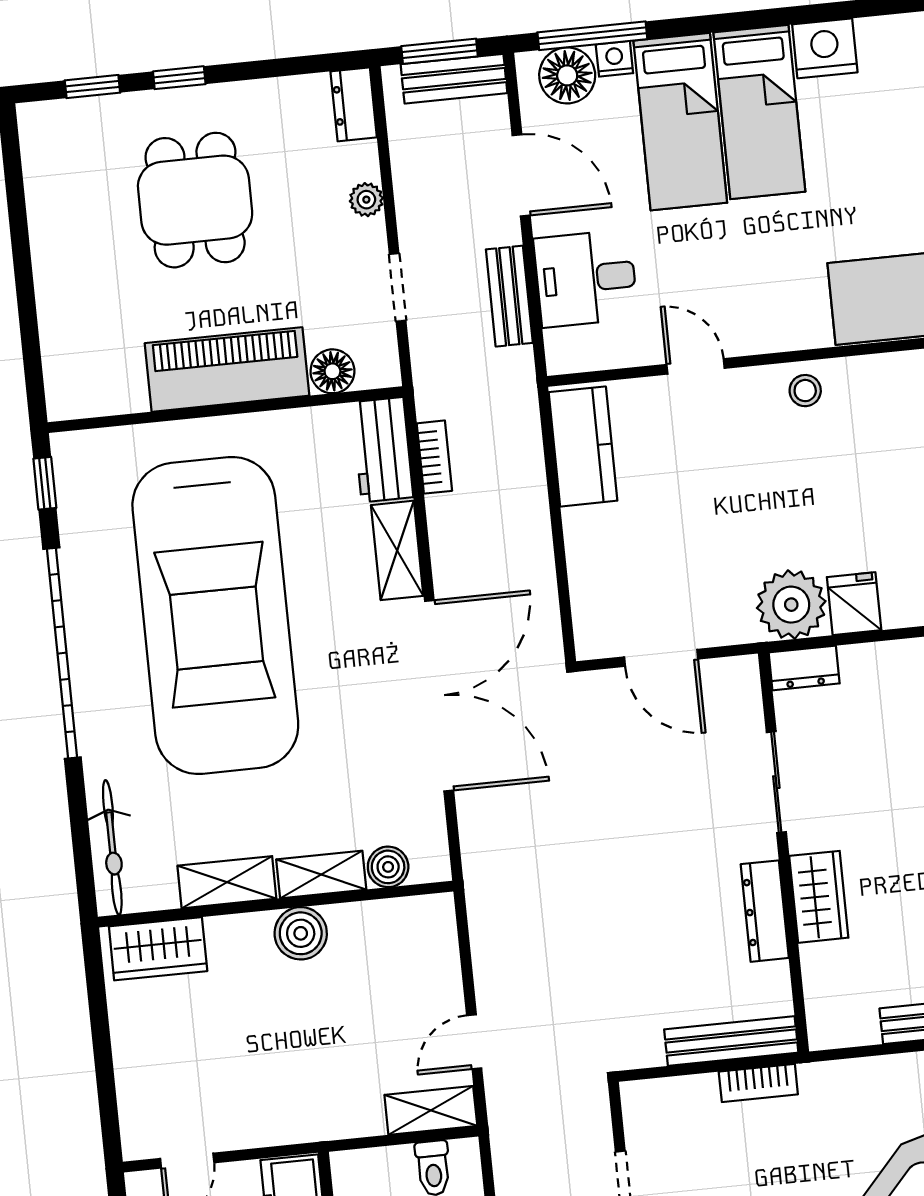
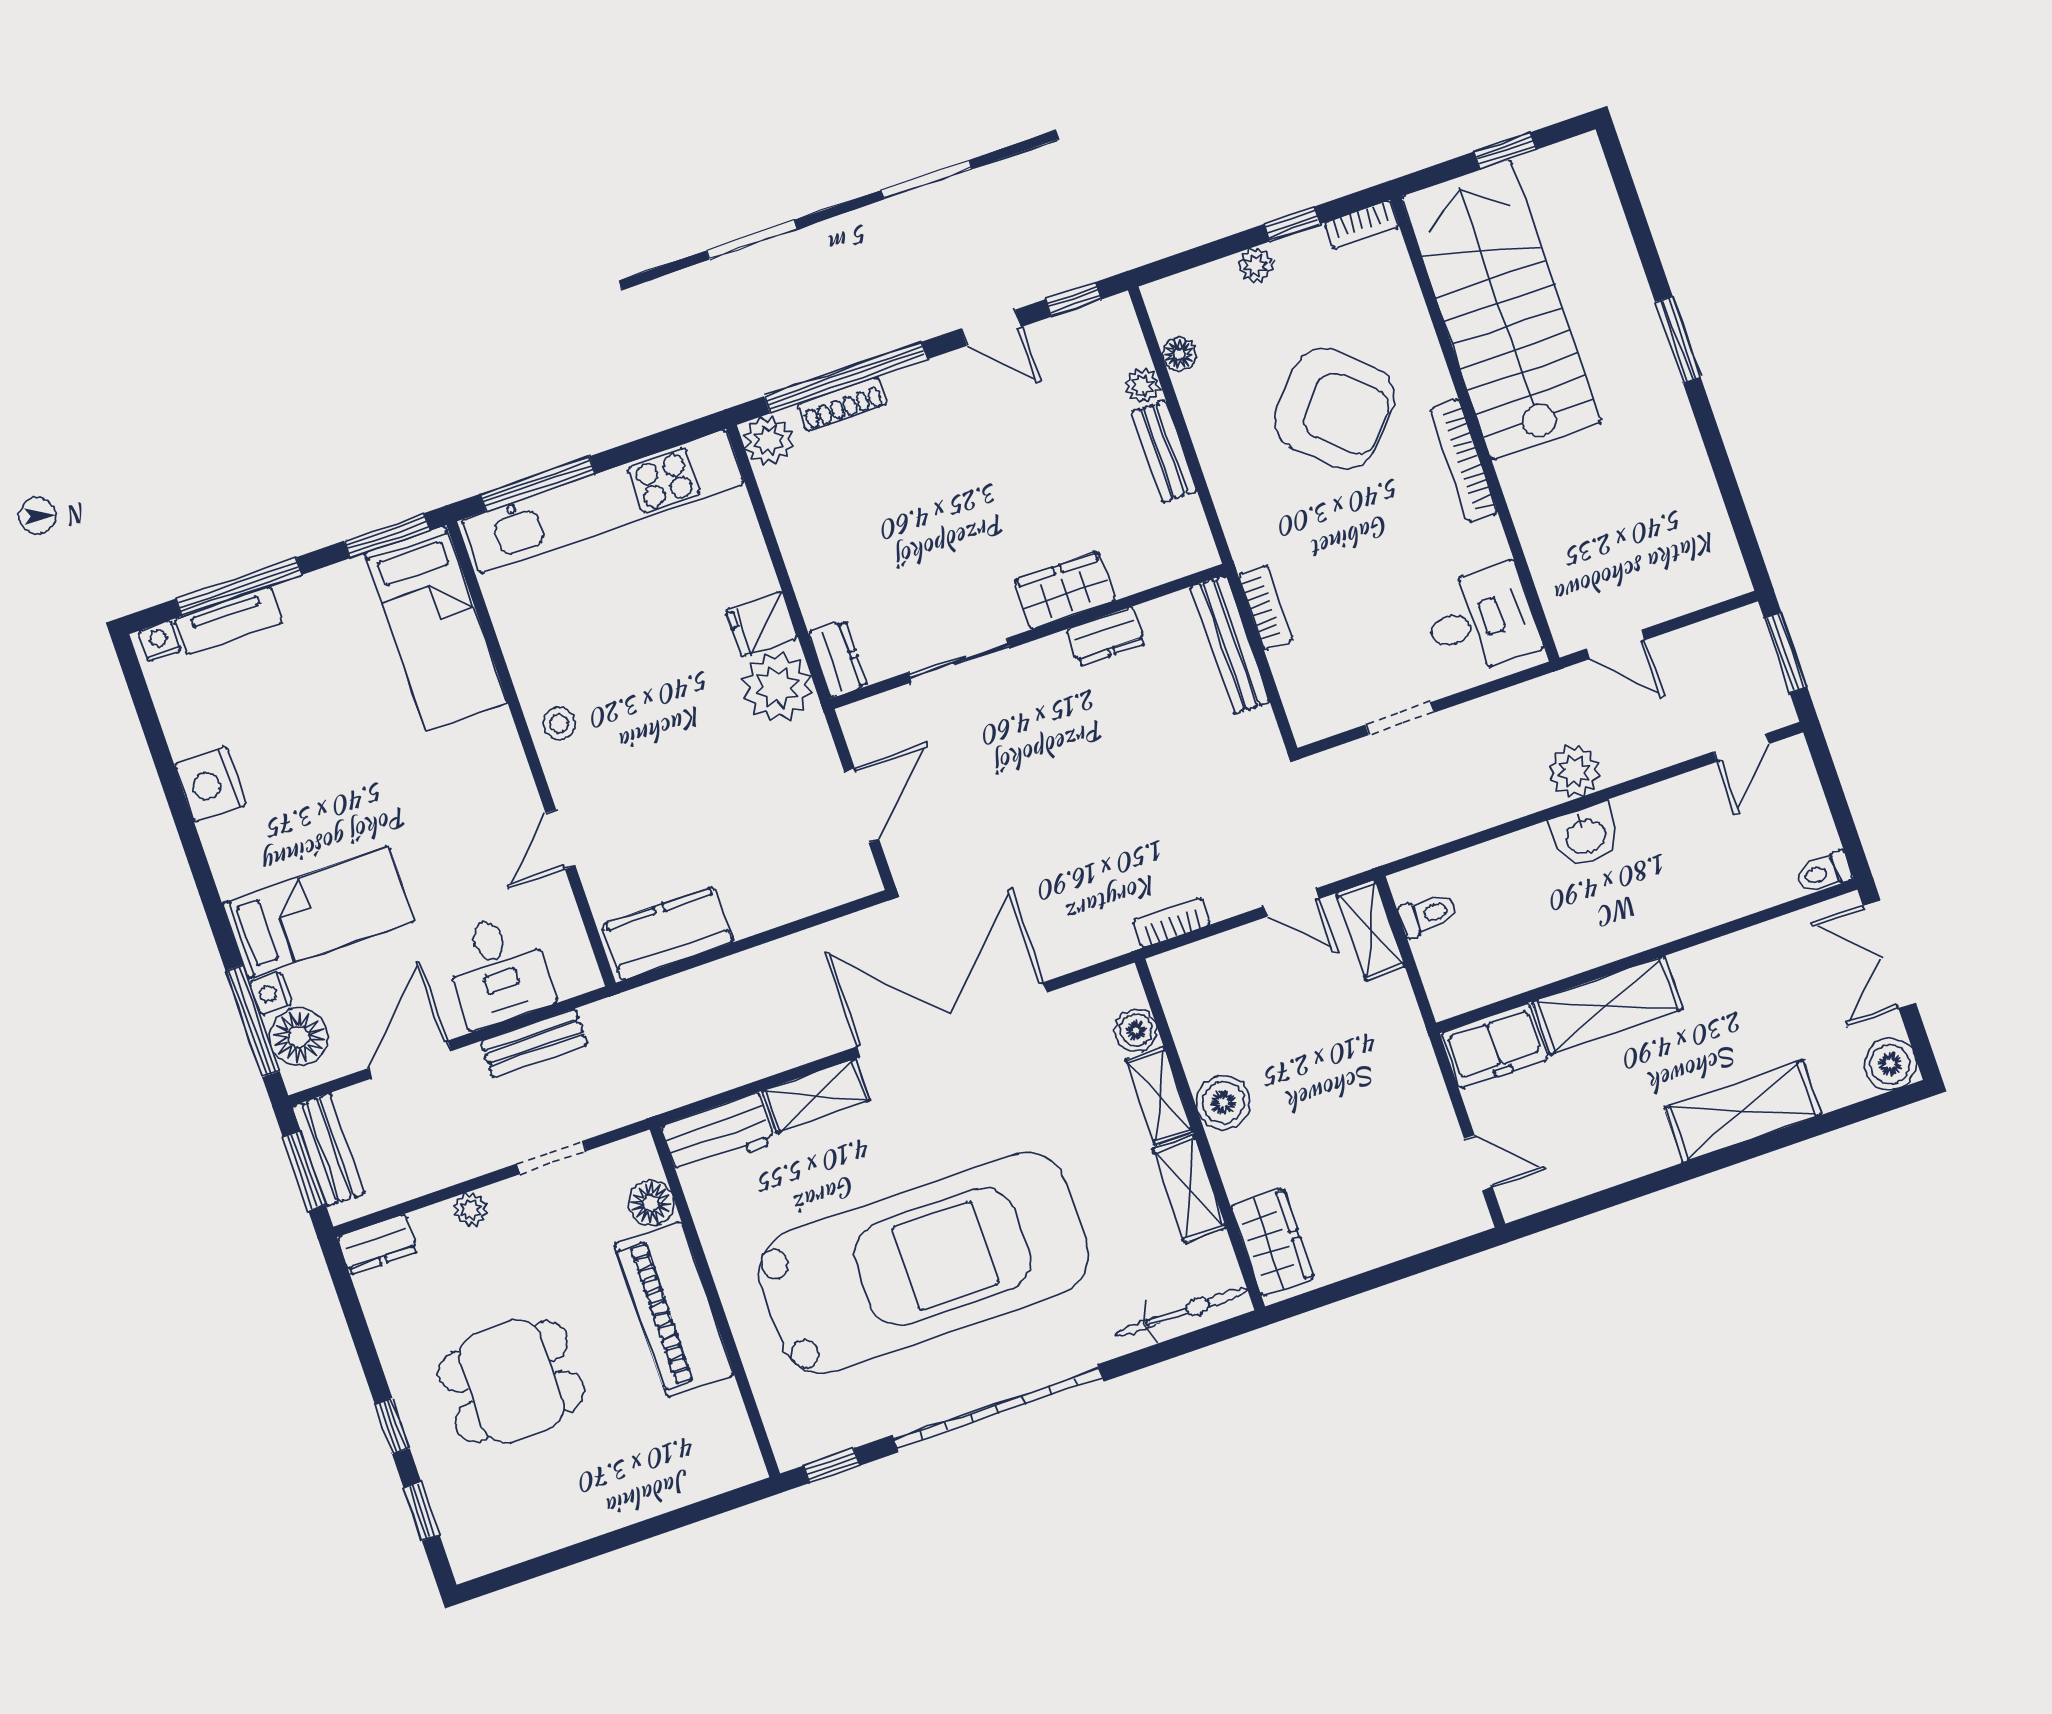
bed: (759, 112) -> (290, 835), removed
bookcase: (434, 457) -> (1172, 923), moved
dresser: (765, 911) -> (1106, 636), width x0.70

